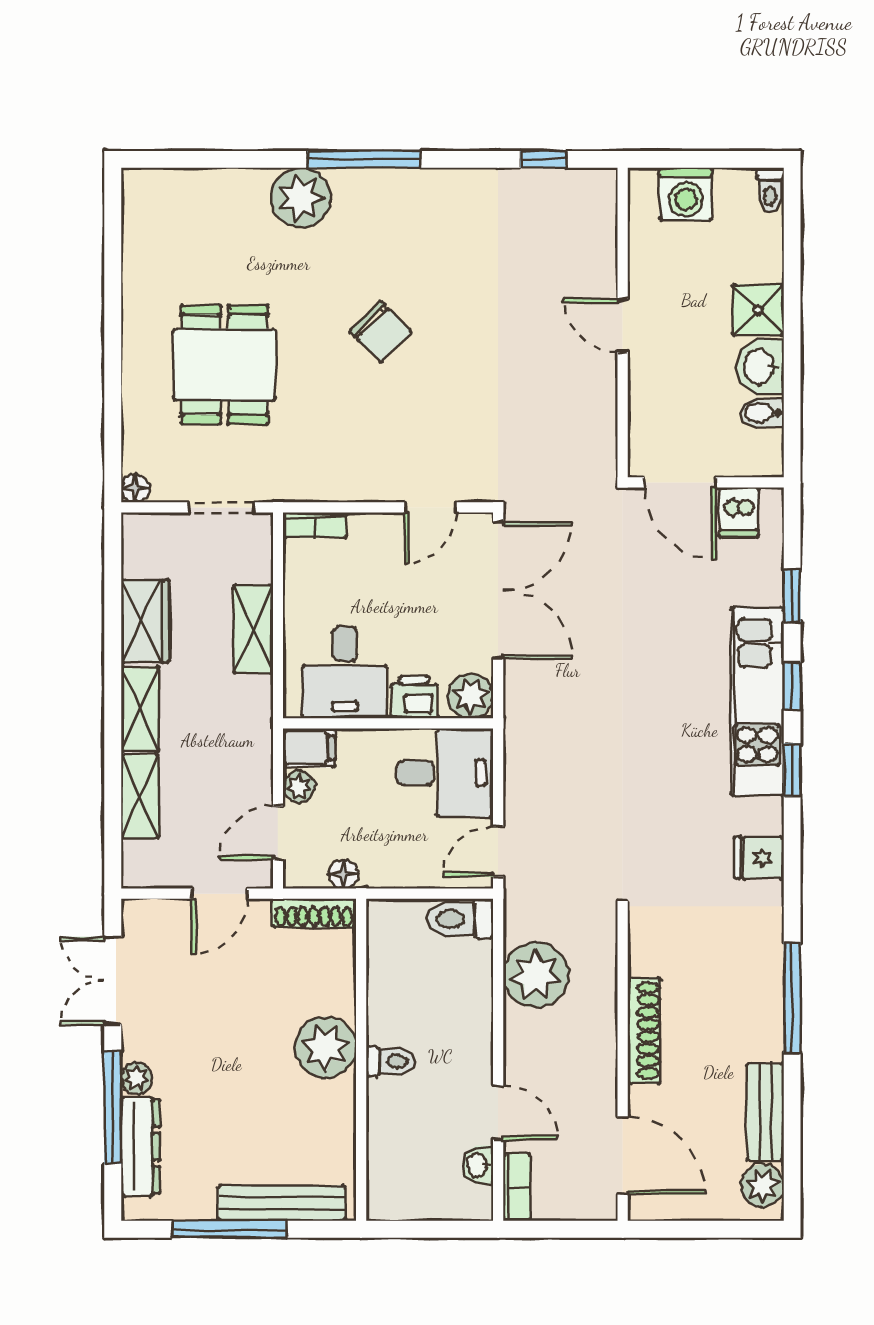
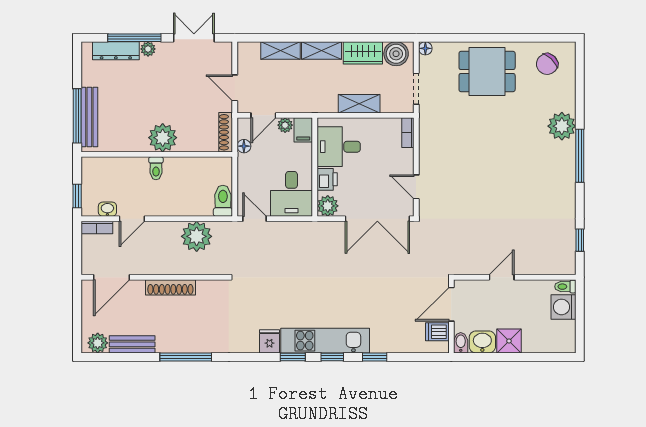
toilet: (770, 190) -> (565, 287), moved
chair: (381, 332) -> (547, 64), moved
dining table: (225, 365) -> (487, 72), moved
door: (680, 482) -> (451, 304), moved
wall: (706, 482) -> (451, 316), moved
dishwasher: (739, 512) -> (437, 332), moved
boiler: (147, 550) -> (396, 54), added
door: (278, 833) -> (263, 115), swing flipped
fridge: (759, 858) -> (269, 341), moved
window: (229, 1229) -> (77, 116), moved
window: (450, 1229) -> (77, 196), added

